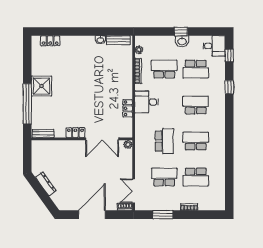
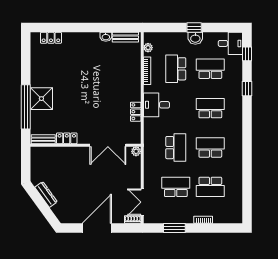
school desk: (164, 69) -> (176, 69), turned -90
school desk: (196, 69) -> (210, 69), turned 180
shower: (41, 86) -> (41, 99), moved
locker: (75, 133) -> (67, 138), moved

